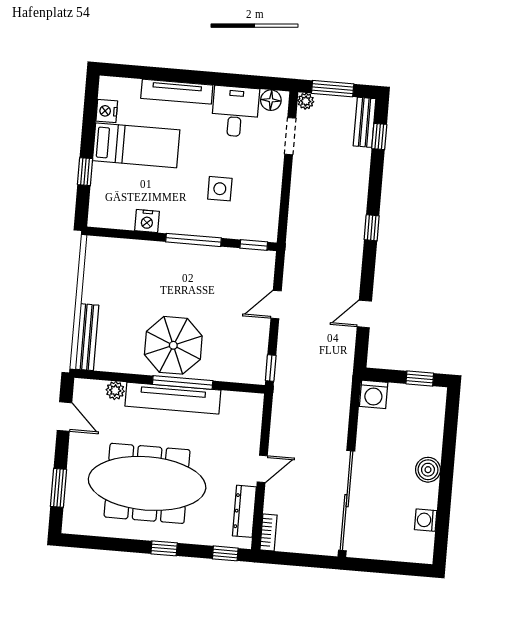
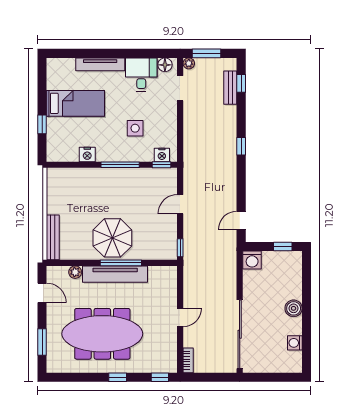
nightstand: (107, 111) -> (162, 155), moved, turned -90
bench: (365, 122) -> (230, 88), moved
door: (364, 314) -> (241, 221), moved
dresser: (244, 511) -> (170, 347), removed

